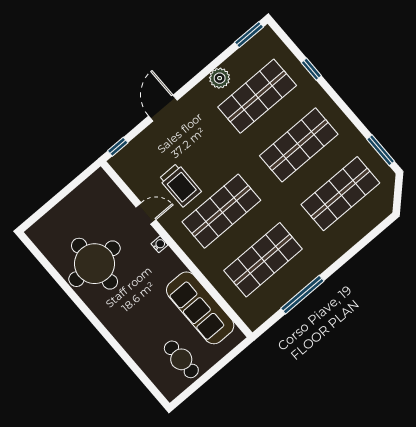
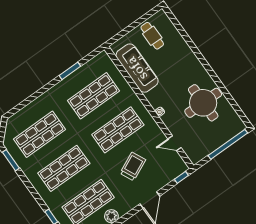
trolley: (180, 185) -> (133, 167), moved, turned 65
window: (51, 204) -> (228, 144), added
door: (146, 213) -> (174, 143), moved
window: (302, 295) -> (70, 71), width x0.69

